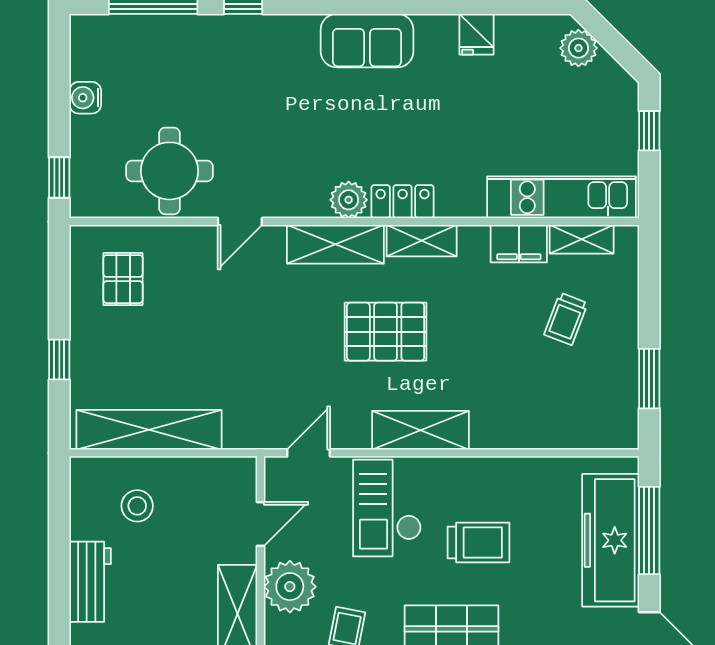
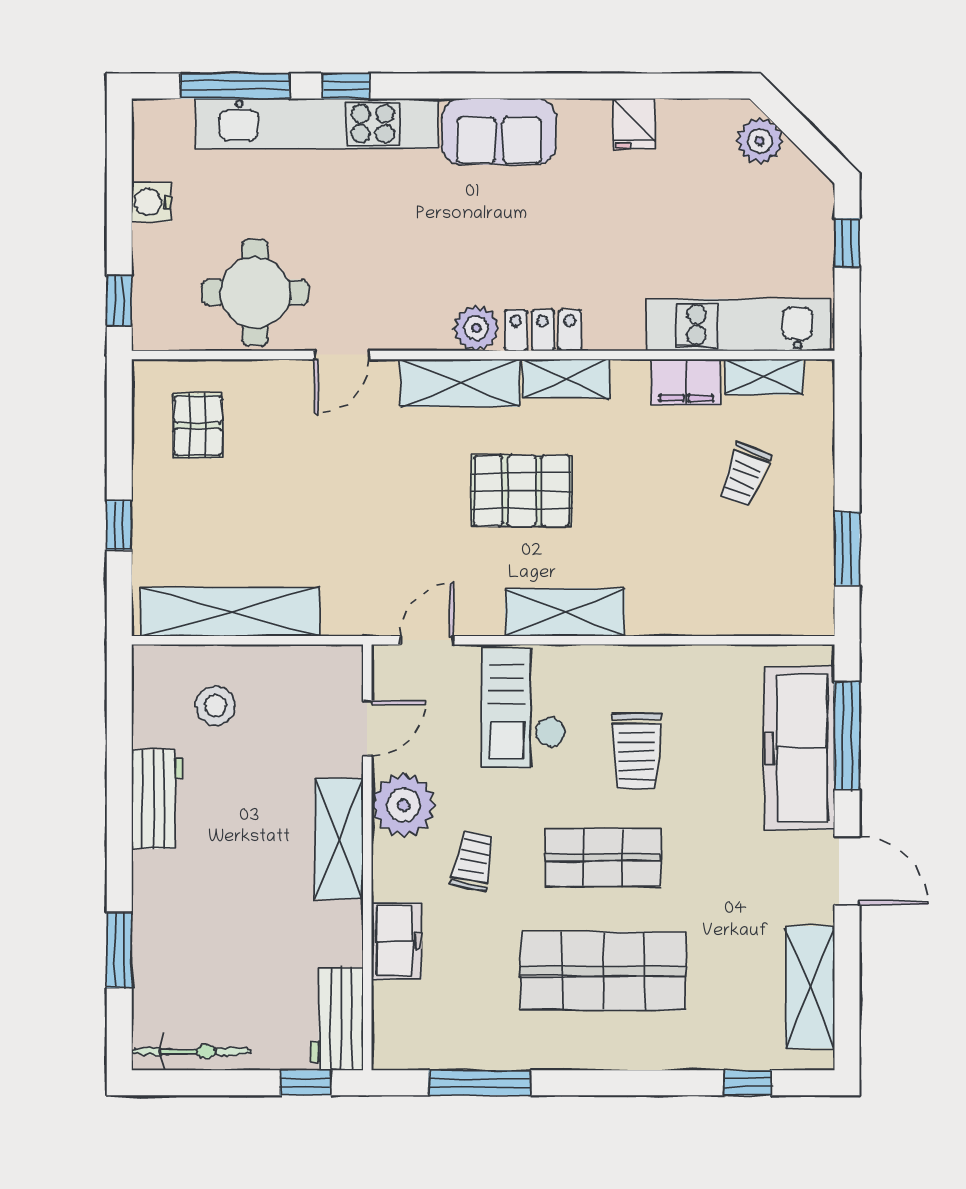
kitchen unit: (220, 34) -> (317, 124), added
trolley: (478, 543) -> (636, 751), turned 90

